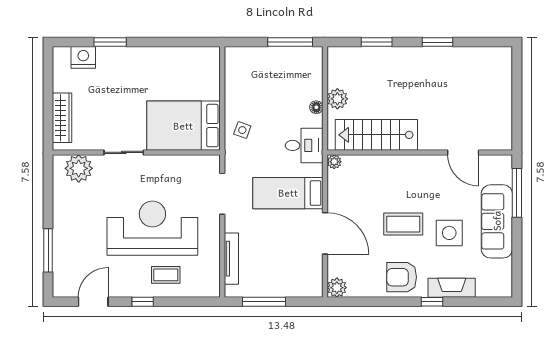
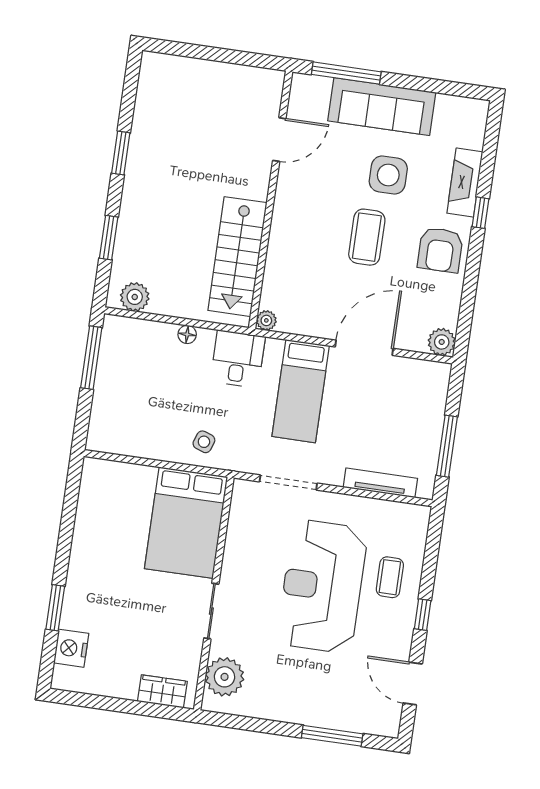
plant: (337, 99) -> (135, 297), moved
wardrobe: (62, 118) -> (162, 691), width x0.67

